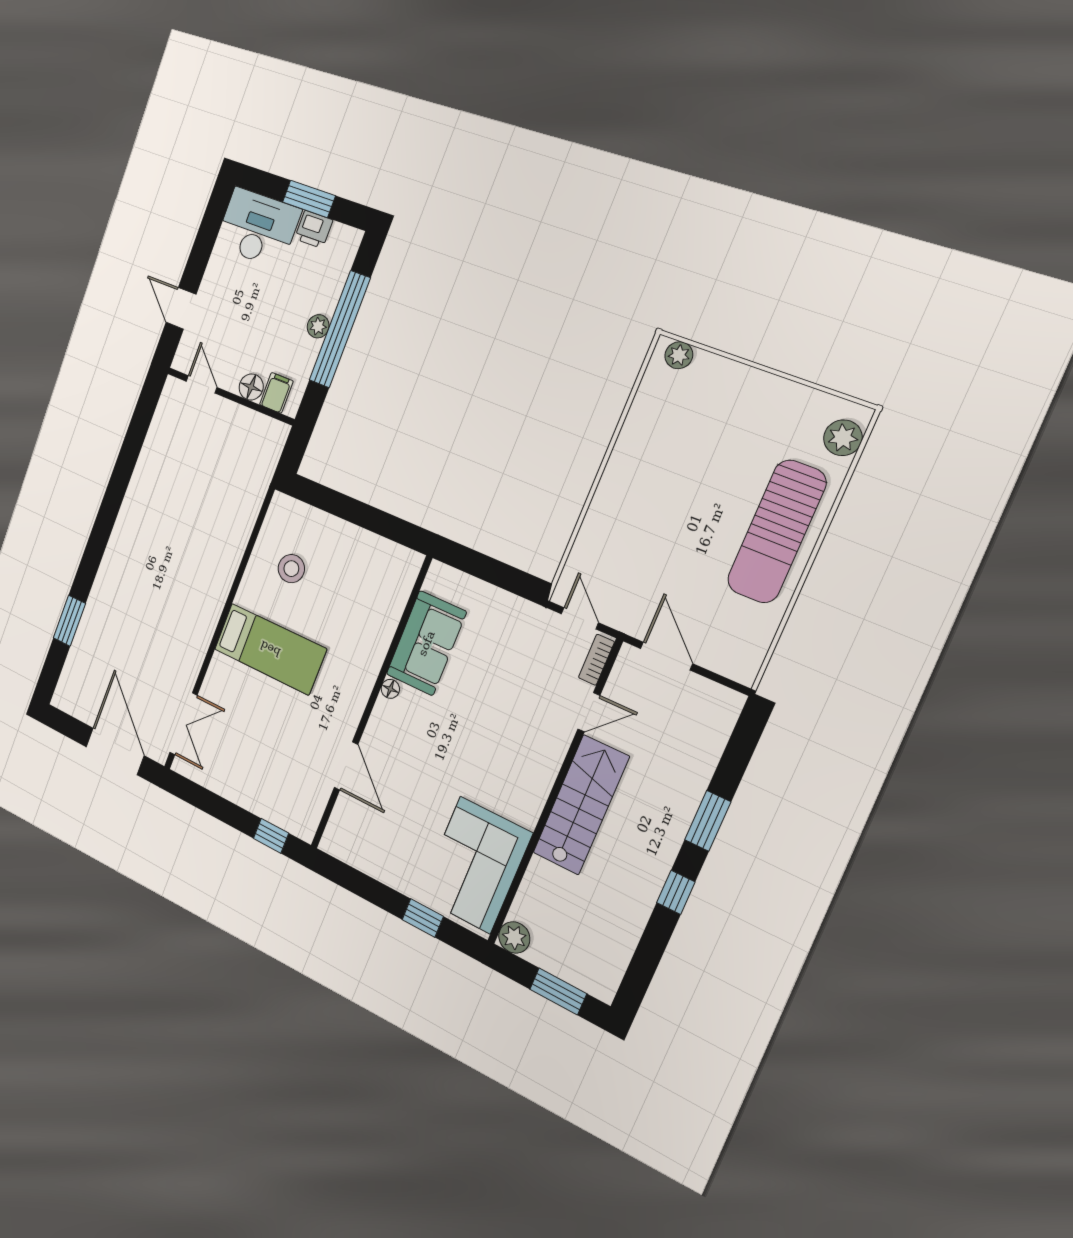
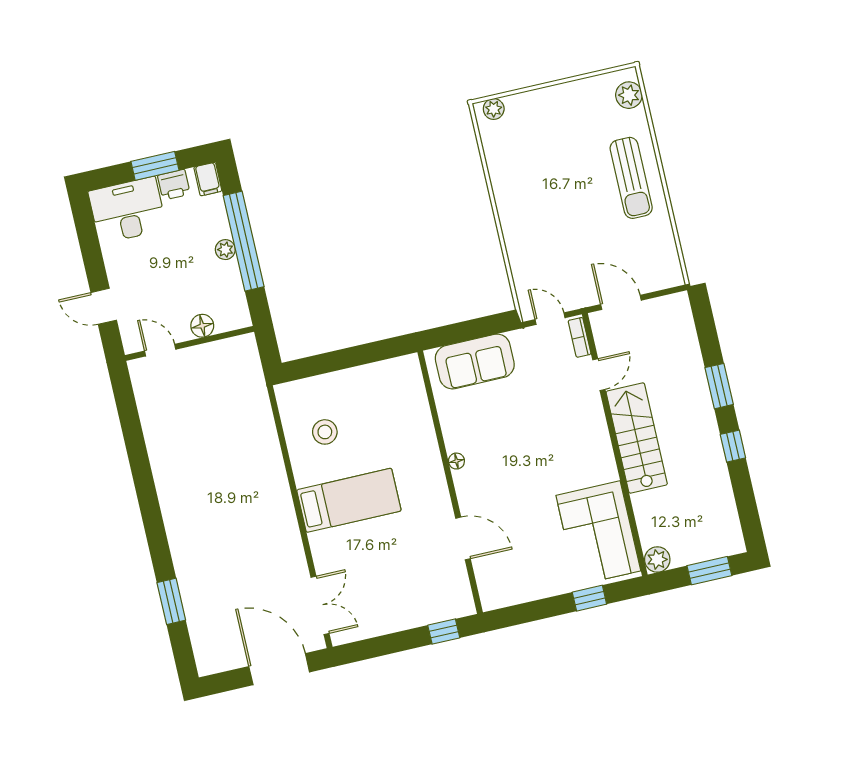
filing cabinet: (276, 393) -> (208, 179), moved, turned 180
sun lounger: (777, 532) -> (631, 178), width x0.73, depth x0.75
sofa: (426, 643) -> (475, 361), moved, turned 90

